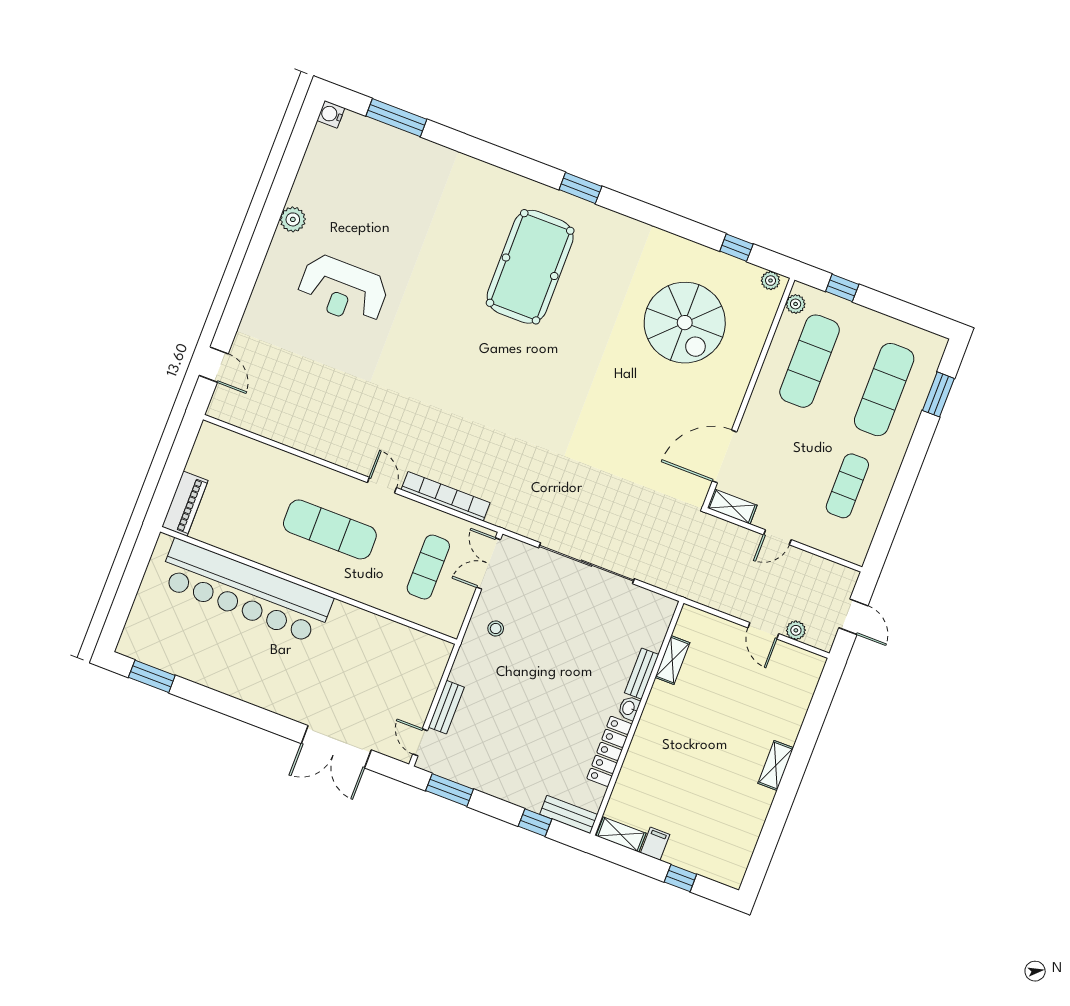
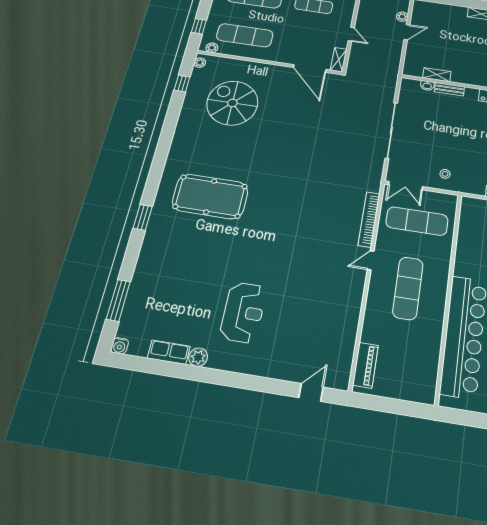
row of seats: (308, 180) -> (169, 352), added
window: (580, 188) -> (143, 217), moved
spiral stairs: (685, 323) -> (232, 103), turned -90
piano: (185, 504) -> (365, 365), moved, turned 90
exercise mat: (428, 567) -> (417, 221), width x1.36, depth x1.45
washbasin: (629, 708) -> (427, 86), moved

